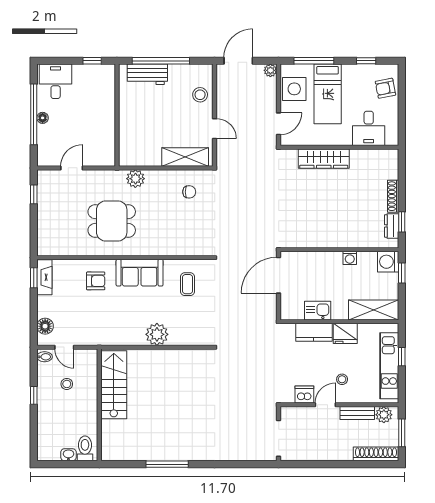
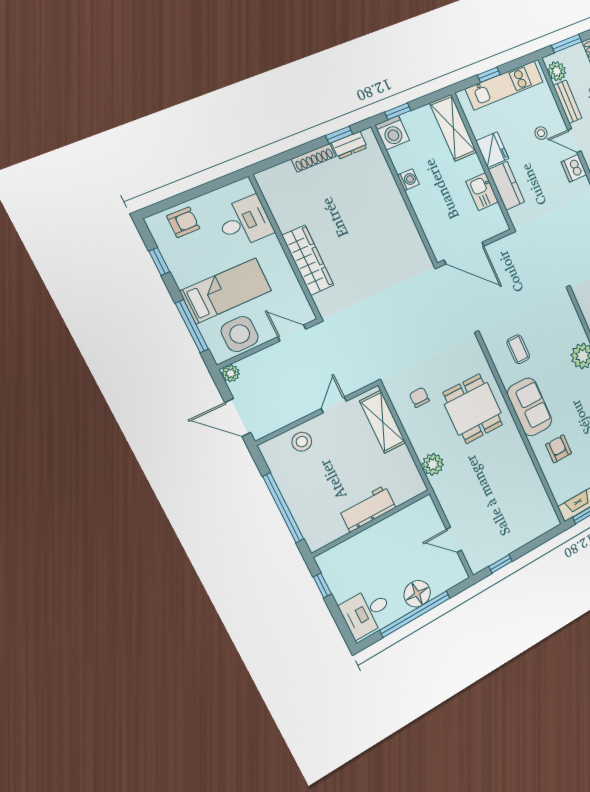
workbench: (147, 74) -> (368, 509), moved, turned -90
armchair: (385, 88) -> (183, 222), turned -79
floor lamp: (43, 118) -> (417, 594), width x1.89, depth x1.89
dining table: (112, 221) -> (473, 409), moved
coffee table: (188, 284) -> (518, 349), turned 90

